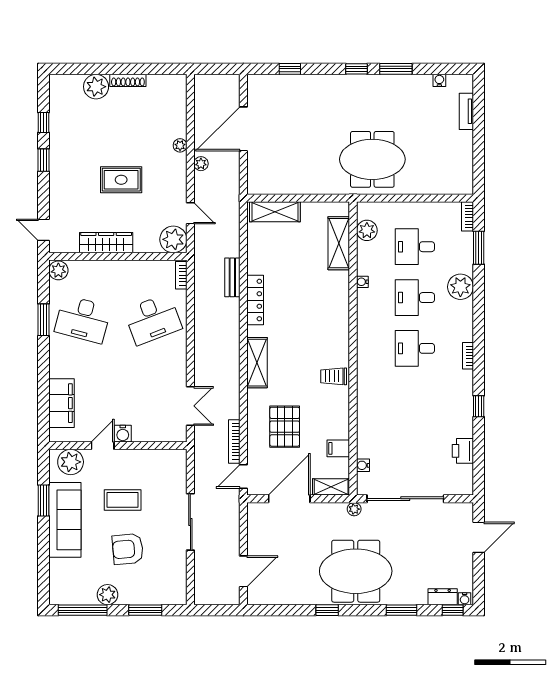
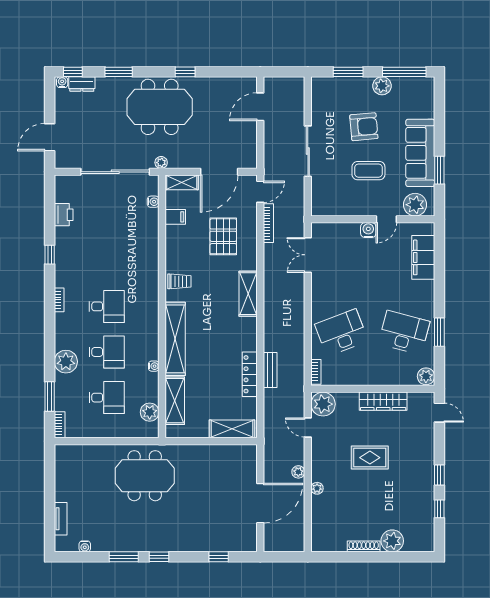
locker: (255, 300) -> (250, 374), moved
shelving: (338, 312) -> (175, 339), added

